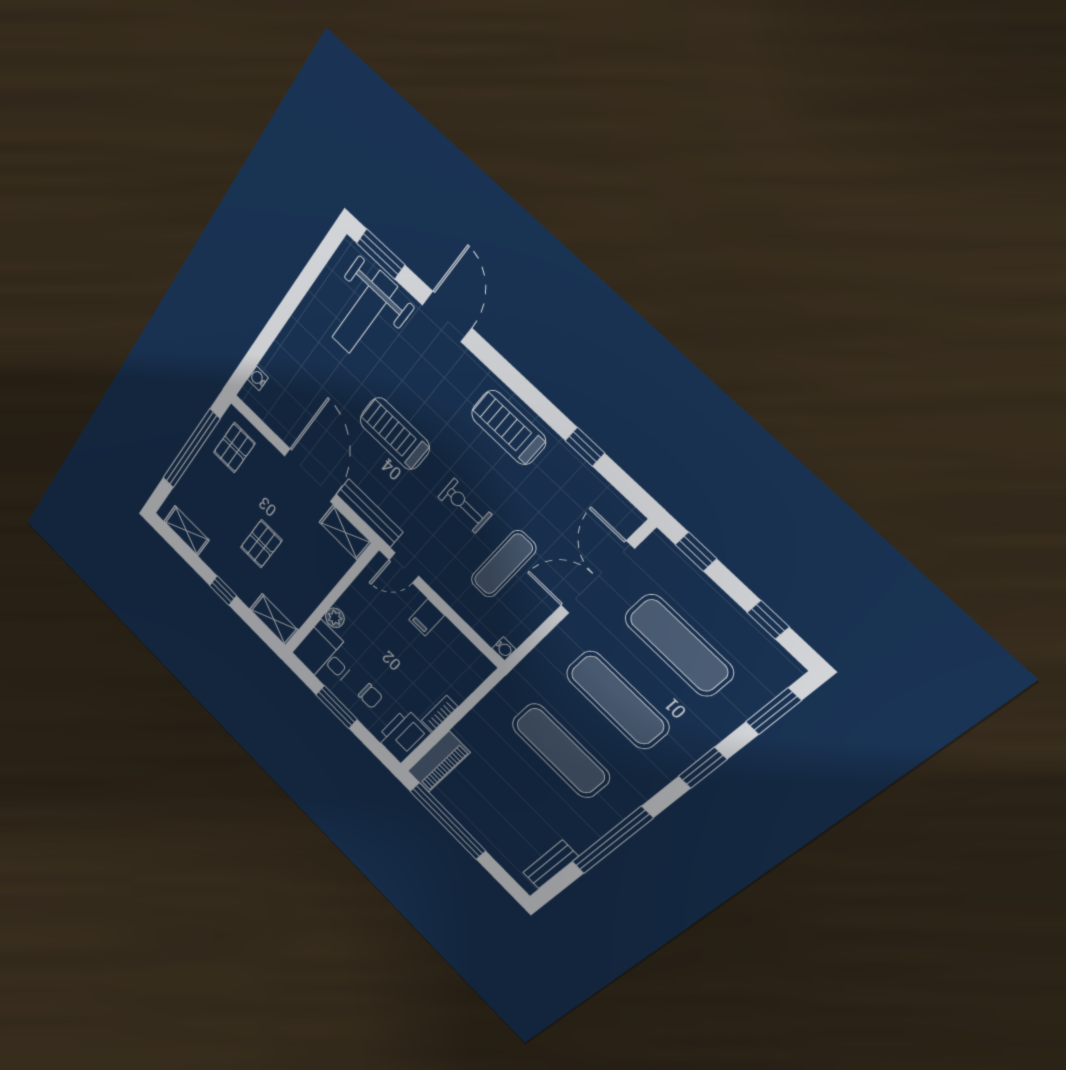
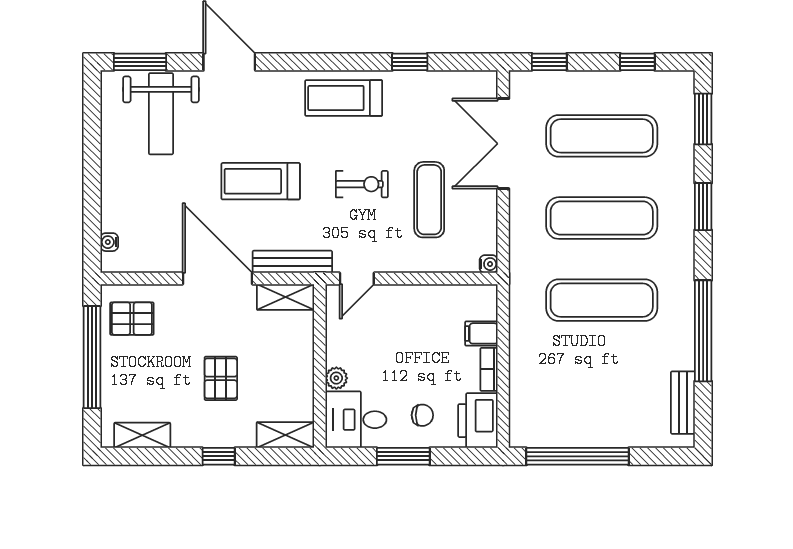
pallet: (234, 448) -> (132, 319), turned 90
exercise bike: (465, 506) -> (362, 184), turned 180
filing cabinet: (426, 617) -> (481, 333), moved, turned 90
piano: (439, 762) -> (525, 412), removed

